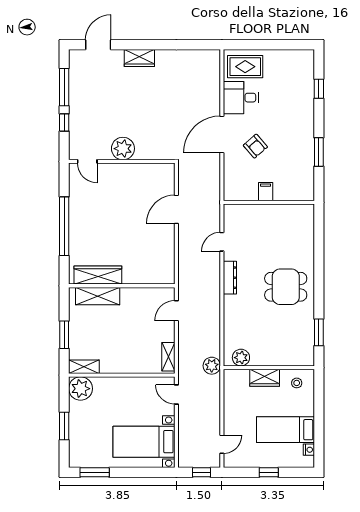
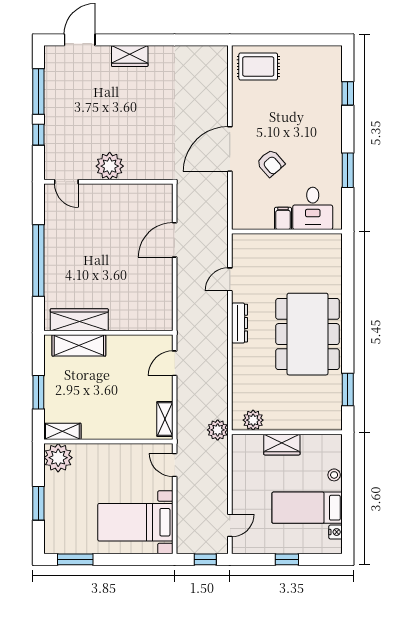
desk: (241, 98) -> (313, 208), moved, turned -90
dining table: (286, 287) -> (308, 334), width x1.88, depth x1.24
stool: (297, 383) -> (334, 475), moved

